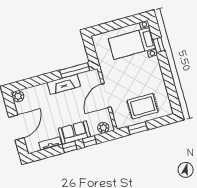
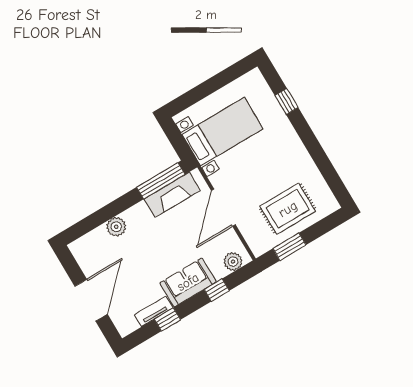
bed with nightstands: (132, 43) -> (222, 132), moved, turned 180
fireplace: (64, 84) -> (172, 195), moved
plant: (18, 96) -> (116, 227), moved
window: (70, 147) -> (167, 319), moved

